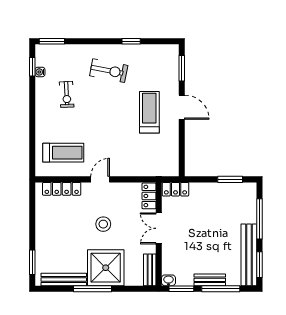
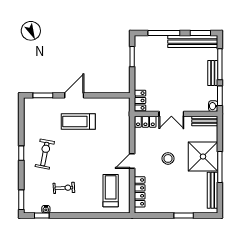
window: (131, 41) -> (21, 153), moved
door: (100, 179) -> (132, 161), hinge flipped
window: (32, 262) -> (184, 215), moved

